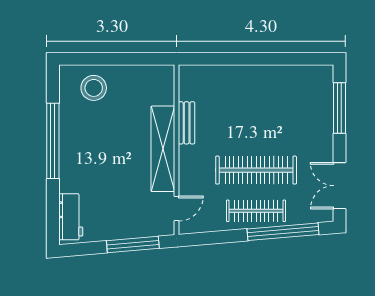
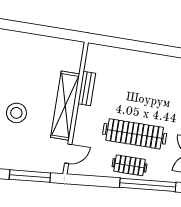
stool: (94, 88) -> (16, 113), moved
clothes rail: (256, 211) -> (130, 165), width x0.73

